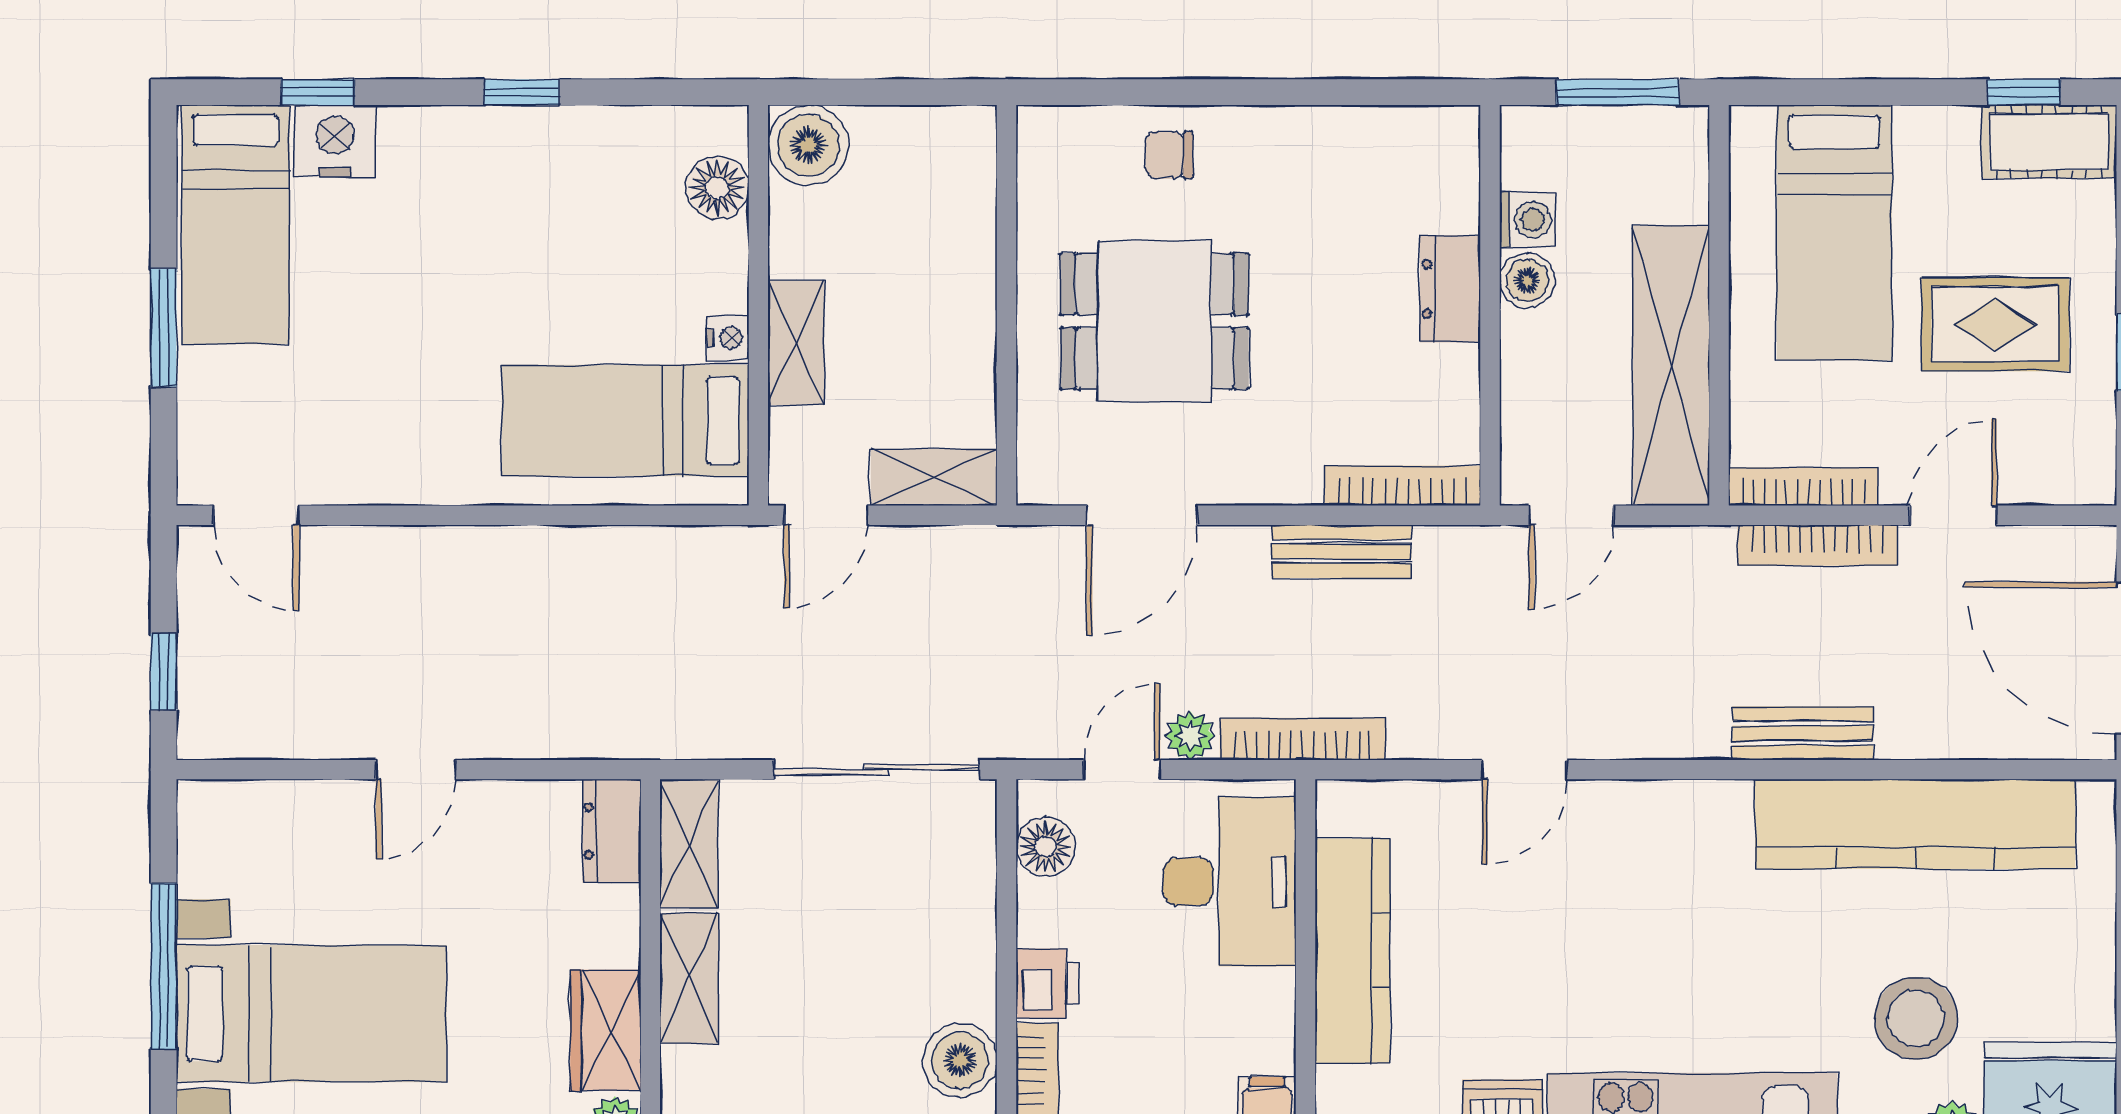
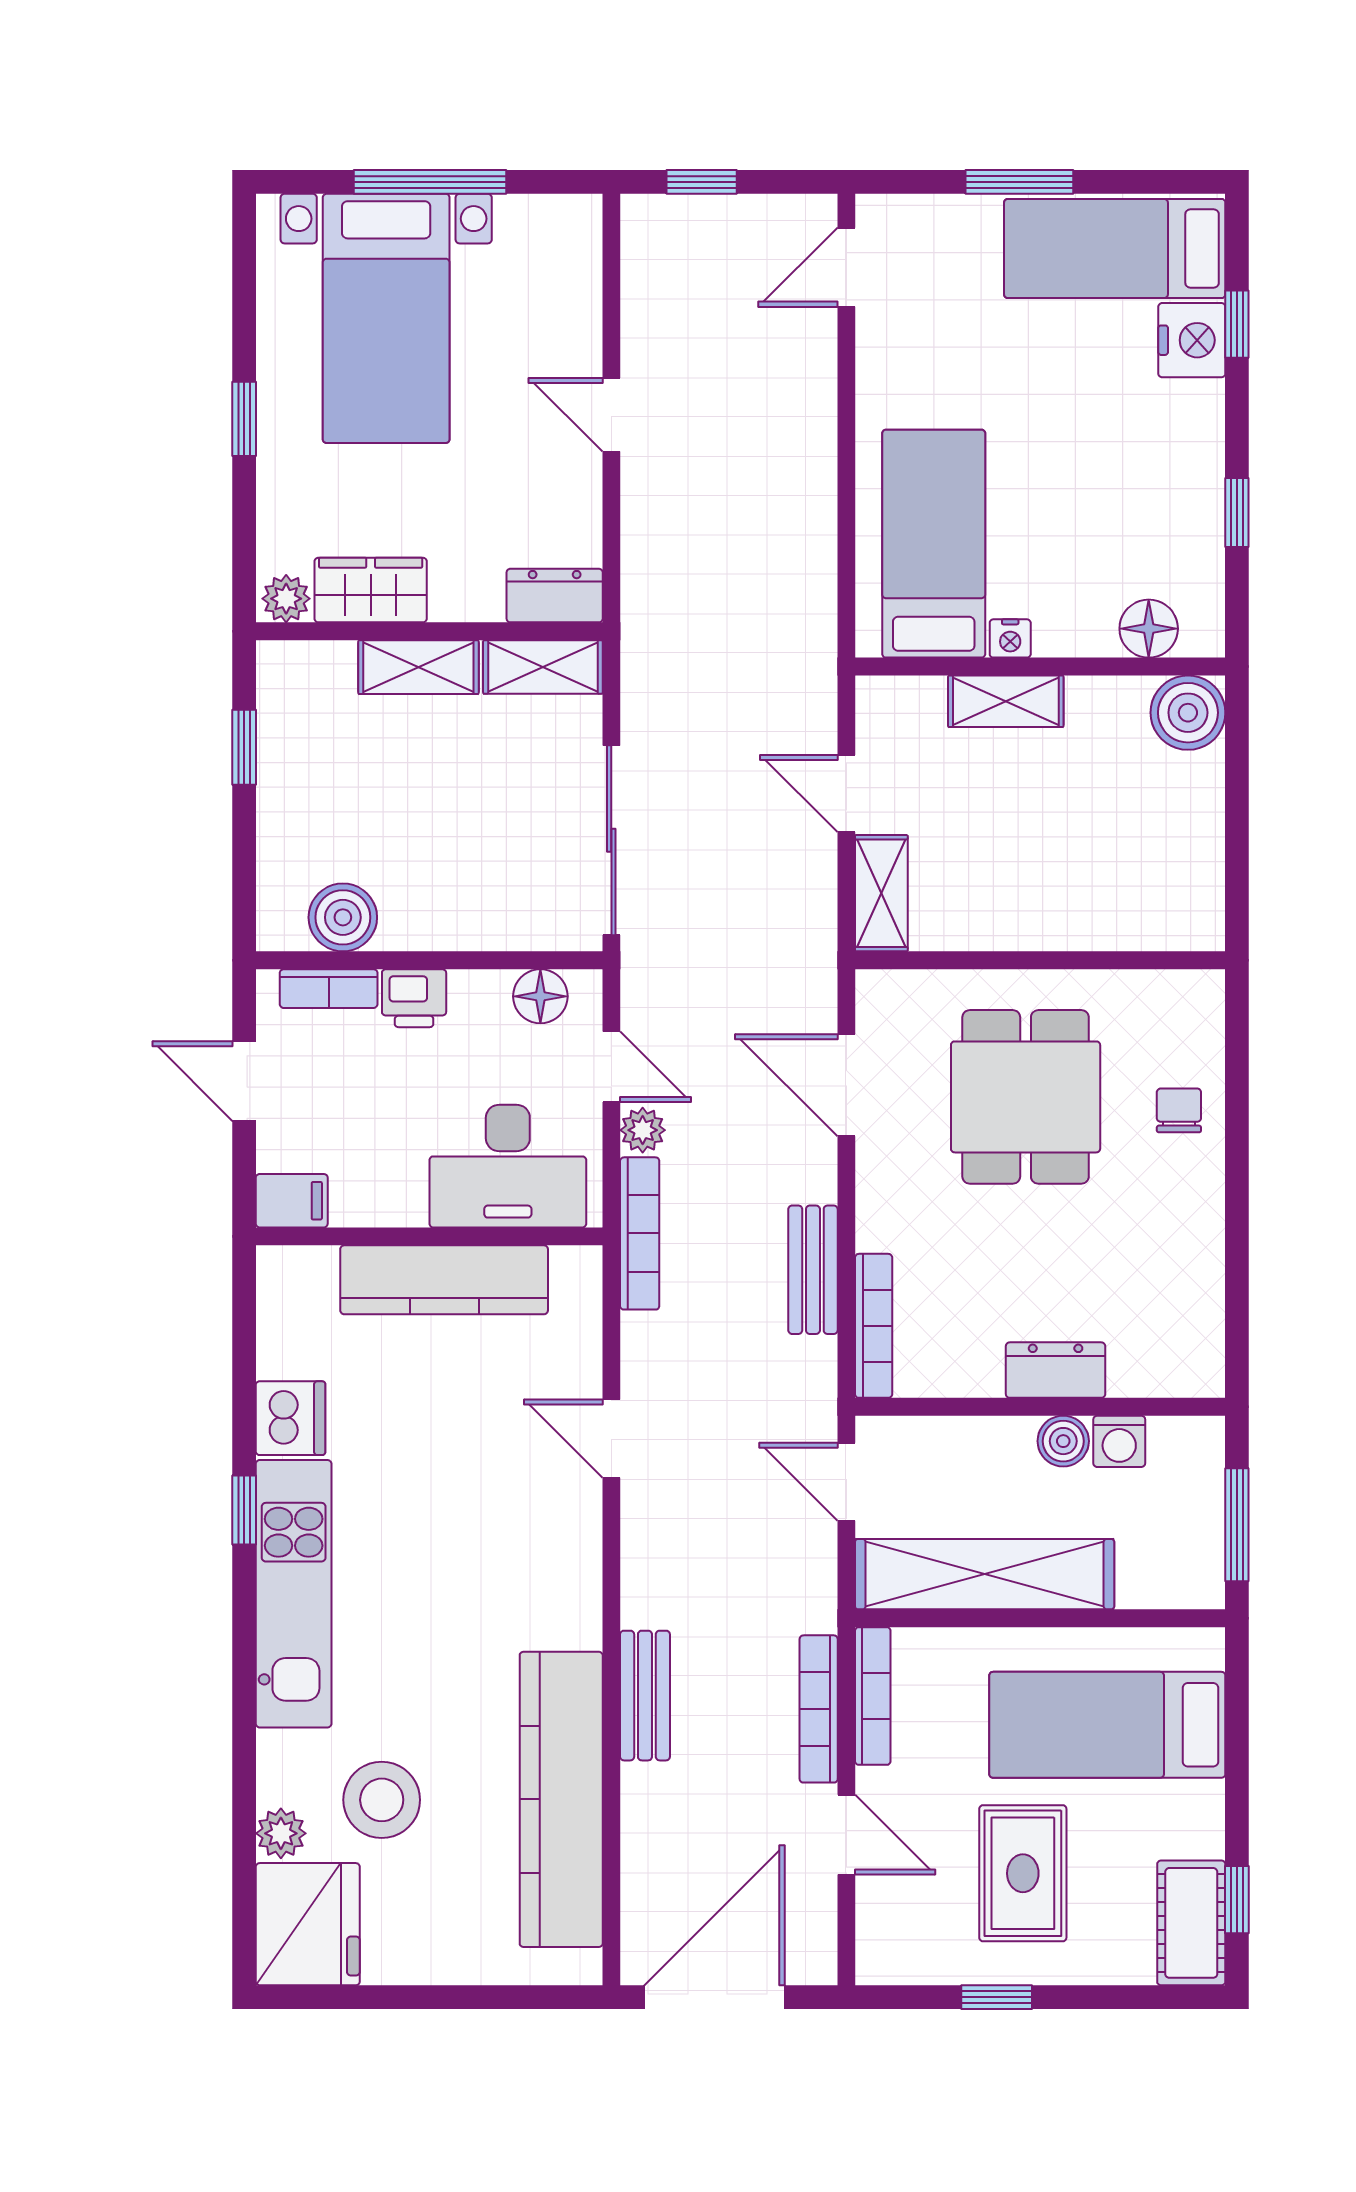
boiler: (808, 145) -> (1188, 713), moved
floor lamp: (717, 188) -> (1149, 629), moved
wall: (758, 305) -> (1040, 667), moved
nightstand: (728, 338) -> (1010, 638), moved
shelving: (796, 342) -> (1006, 701), moved
bed: (625, 421) -> (934, 544), moved

